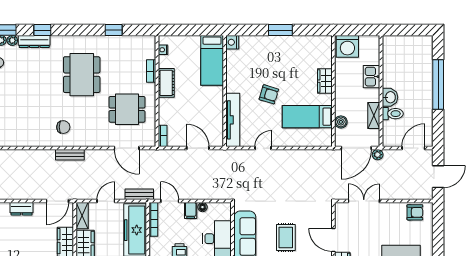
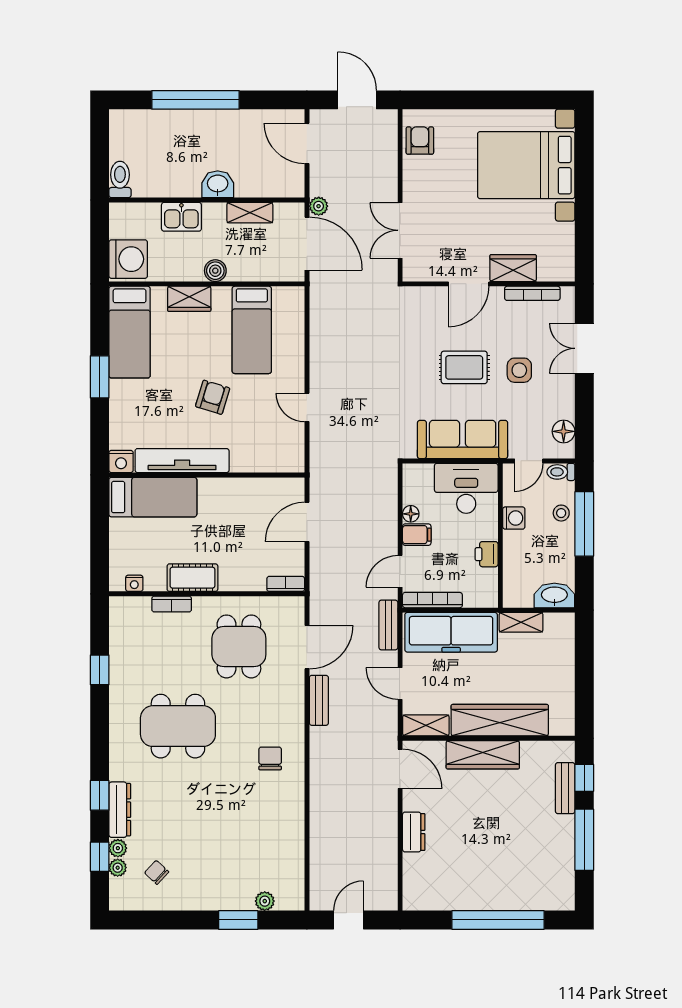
bed: (306, 47) -> (130, 332), added
toilet: (393, 114) -> (120, 179), moved
tv unit: (233, 120) -> (182, 461), moved
boiler: (341, 122) -> (215, 271), moved
bench: (70, 155) -> (319, 700), moved

